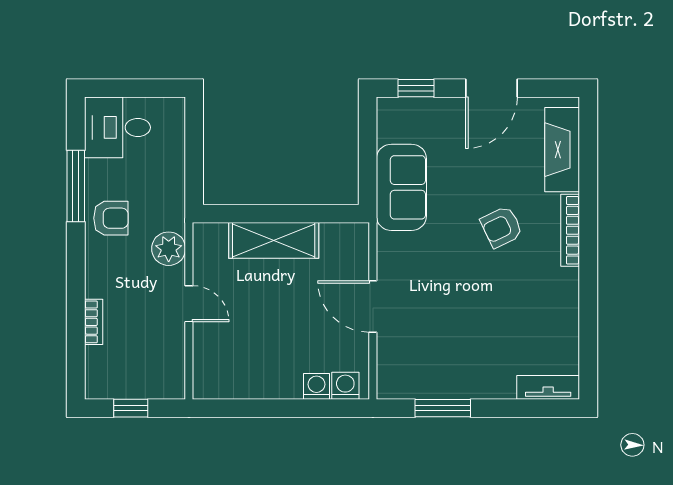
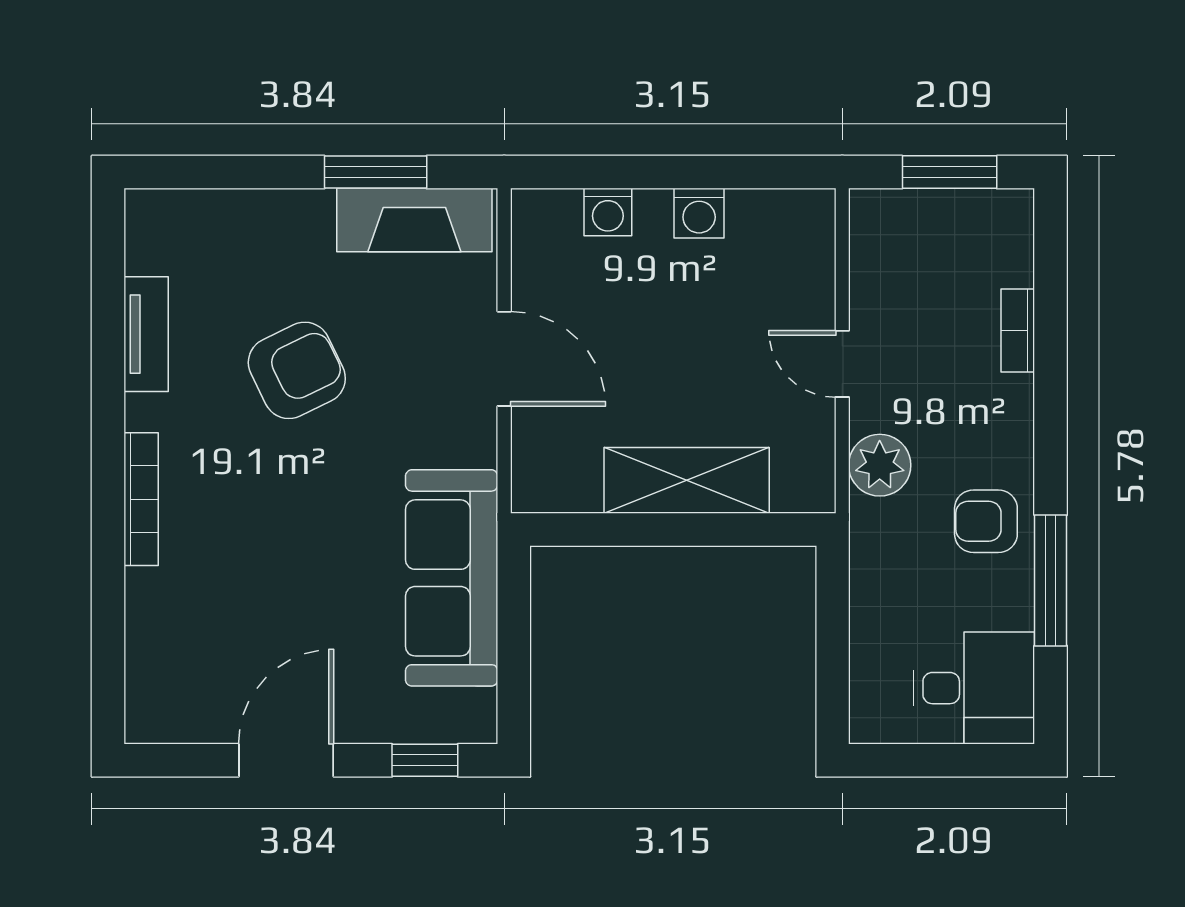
fireplace: (562, 150) -> (414, 220), moved, turned 90
sofa: (401, 187) -> (452, 578), width x1.36
armchair: (501, 227) -> (297, 370), moved, width x1.38, depth x1.38
washing machine: (345, 386) -> (699, 213), moved
tv unit: (548, 387) -> (146, 334), moved, turned -90
window: (131, 408) -> (950, 172), width x1.50

